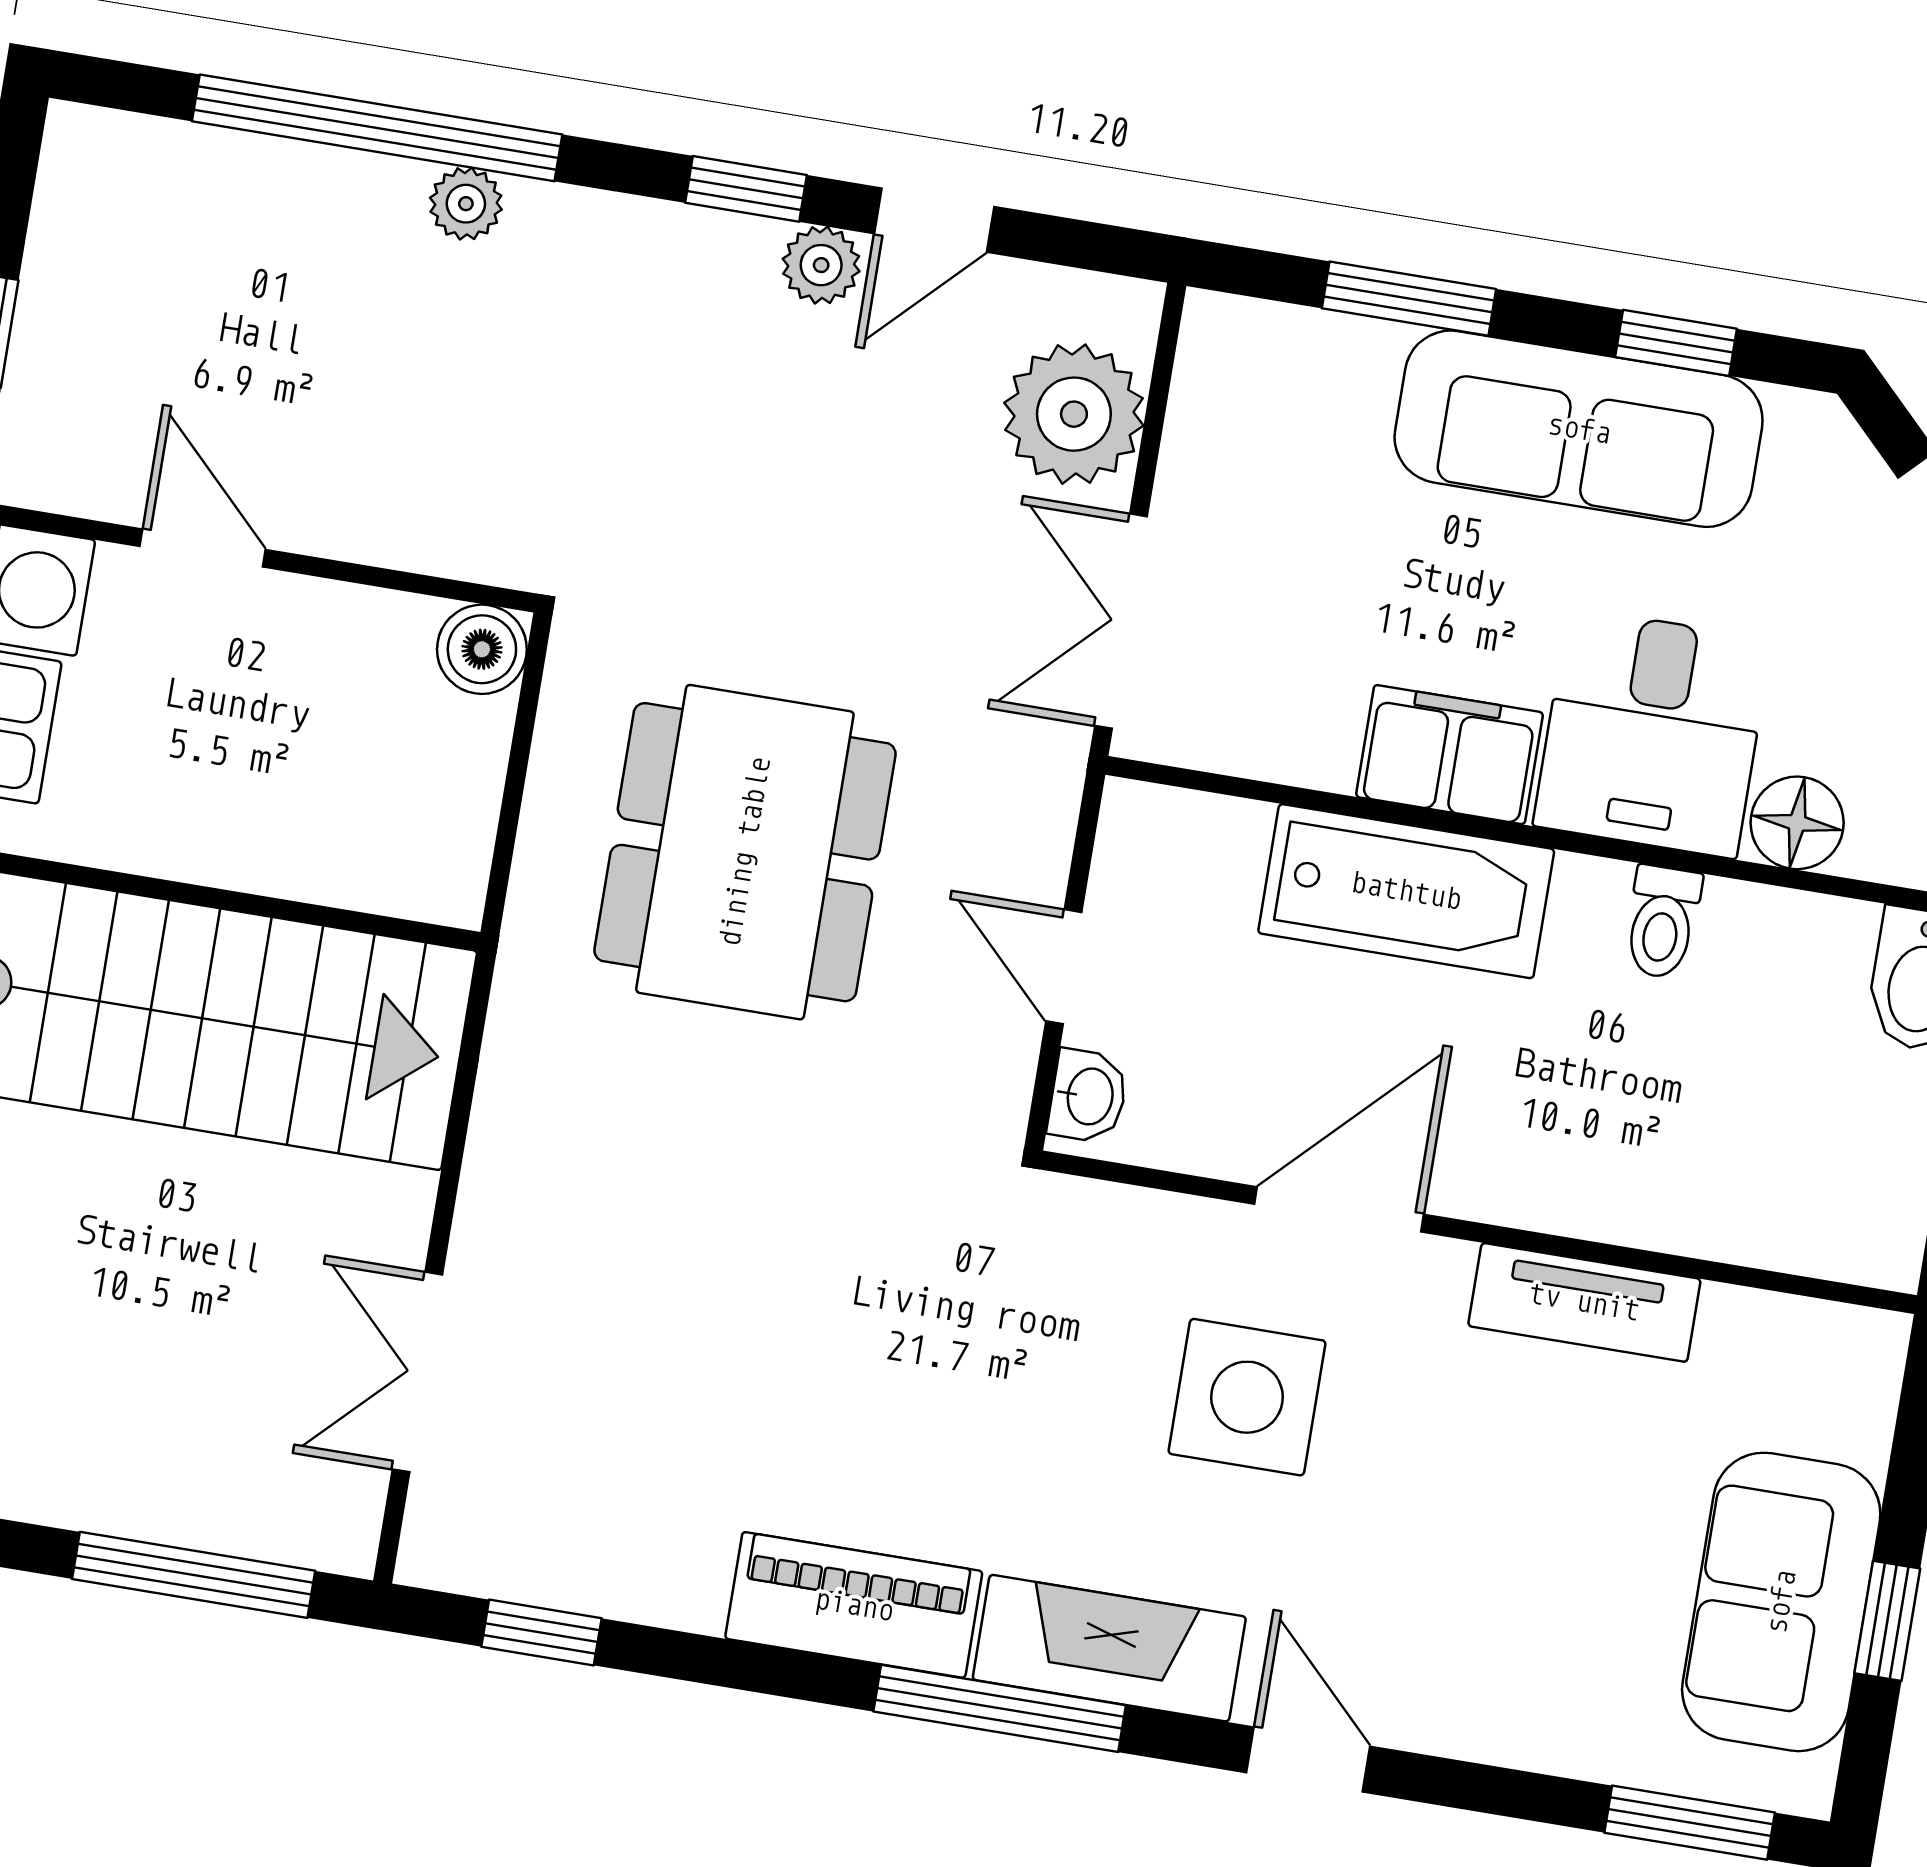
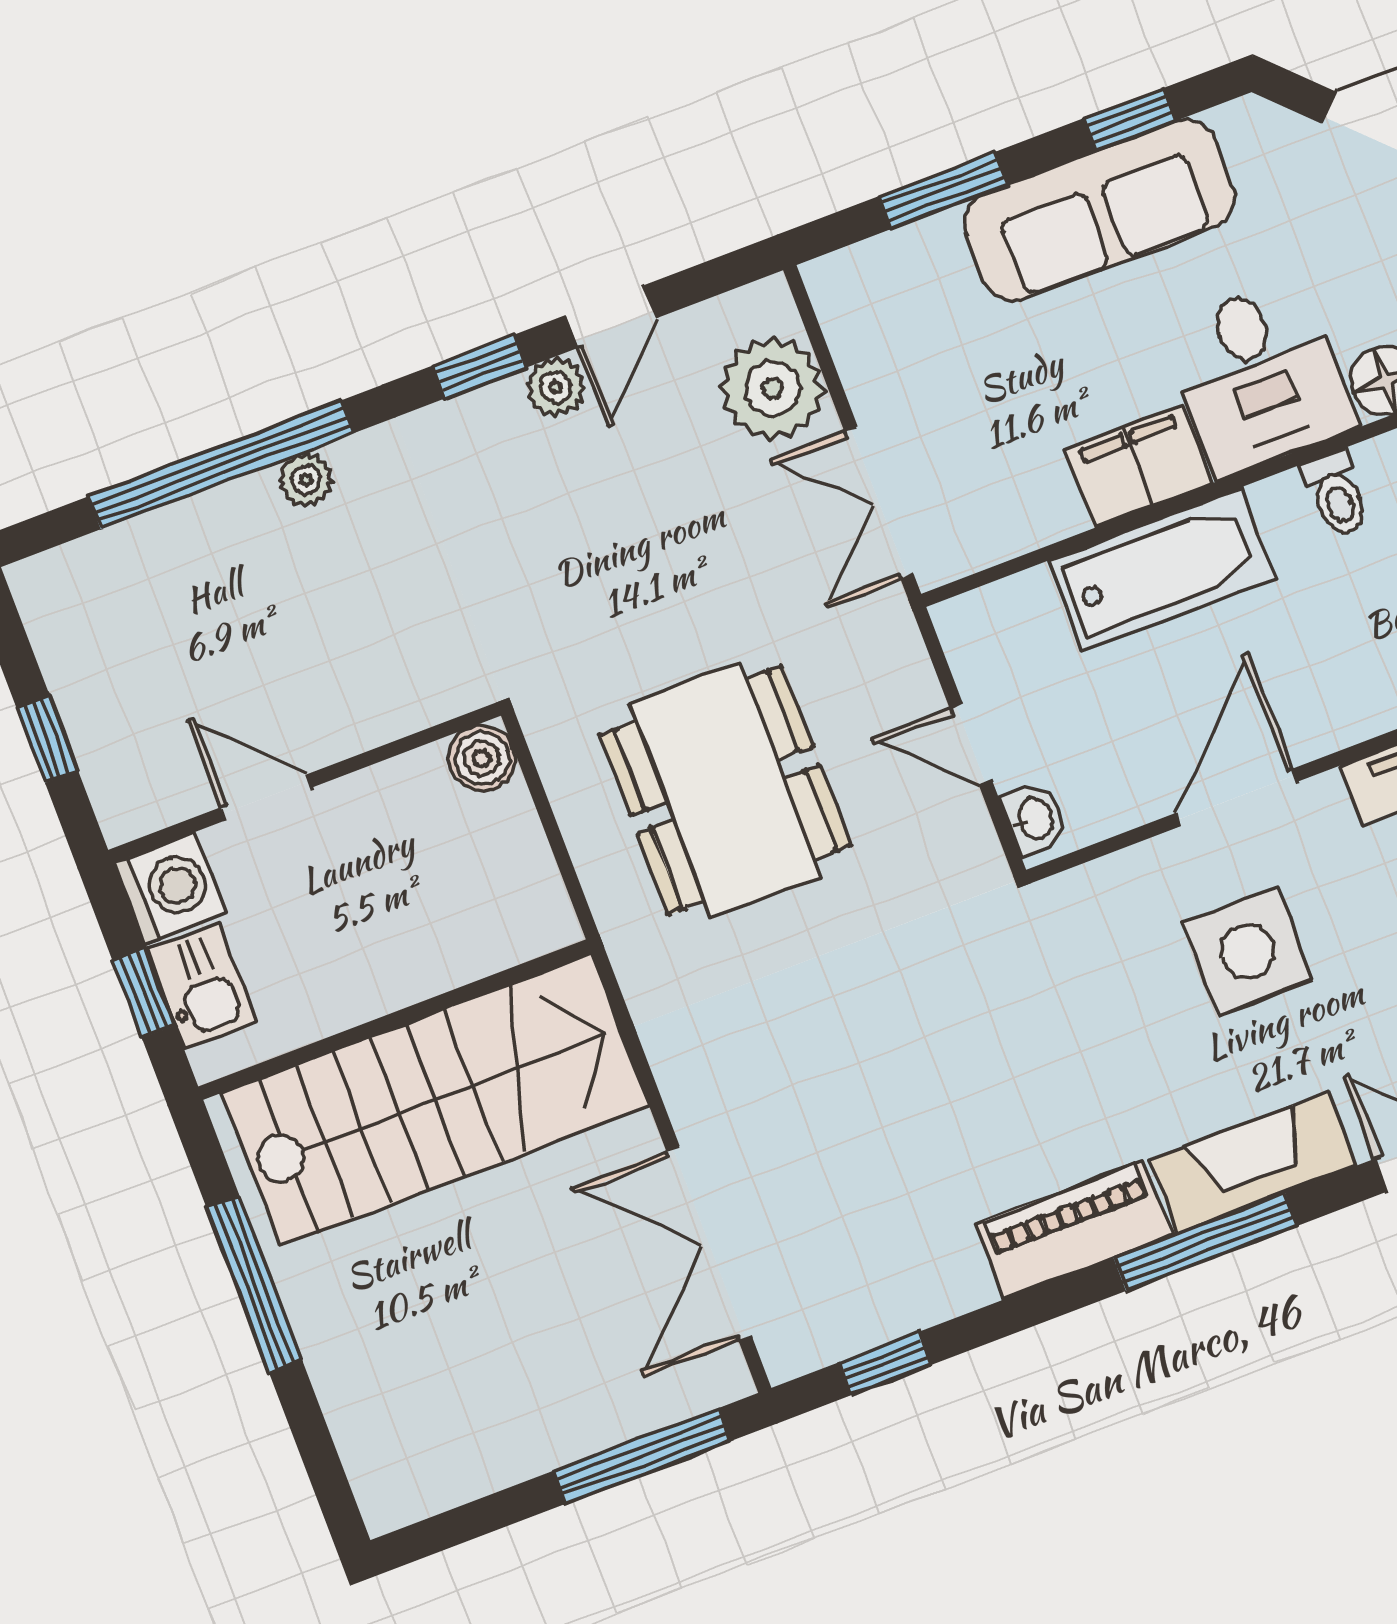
double door: (417, 1372) -> (709, 1244), width x1.37

